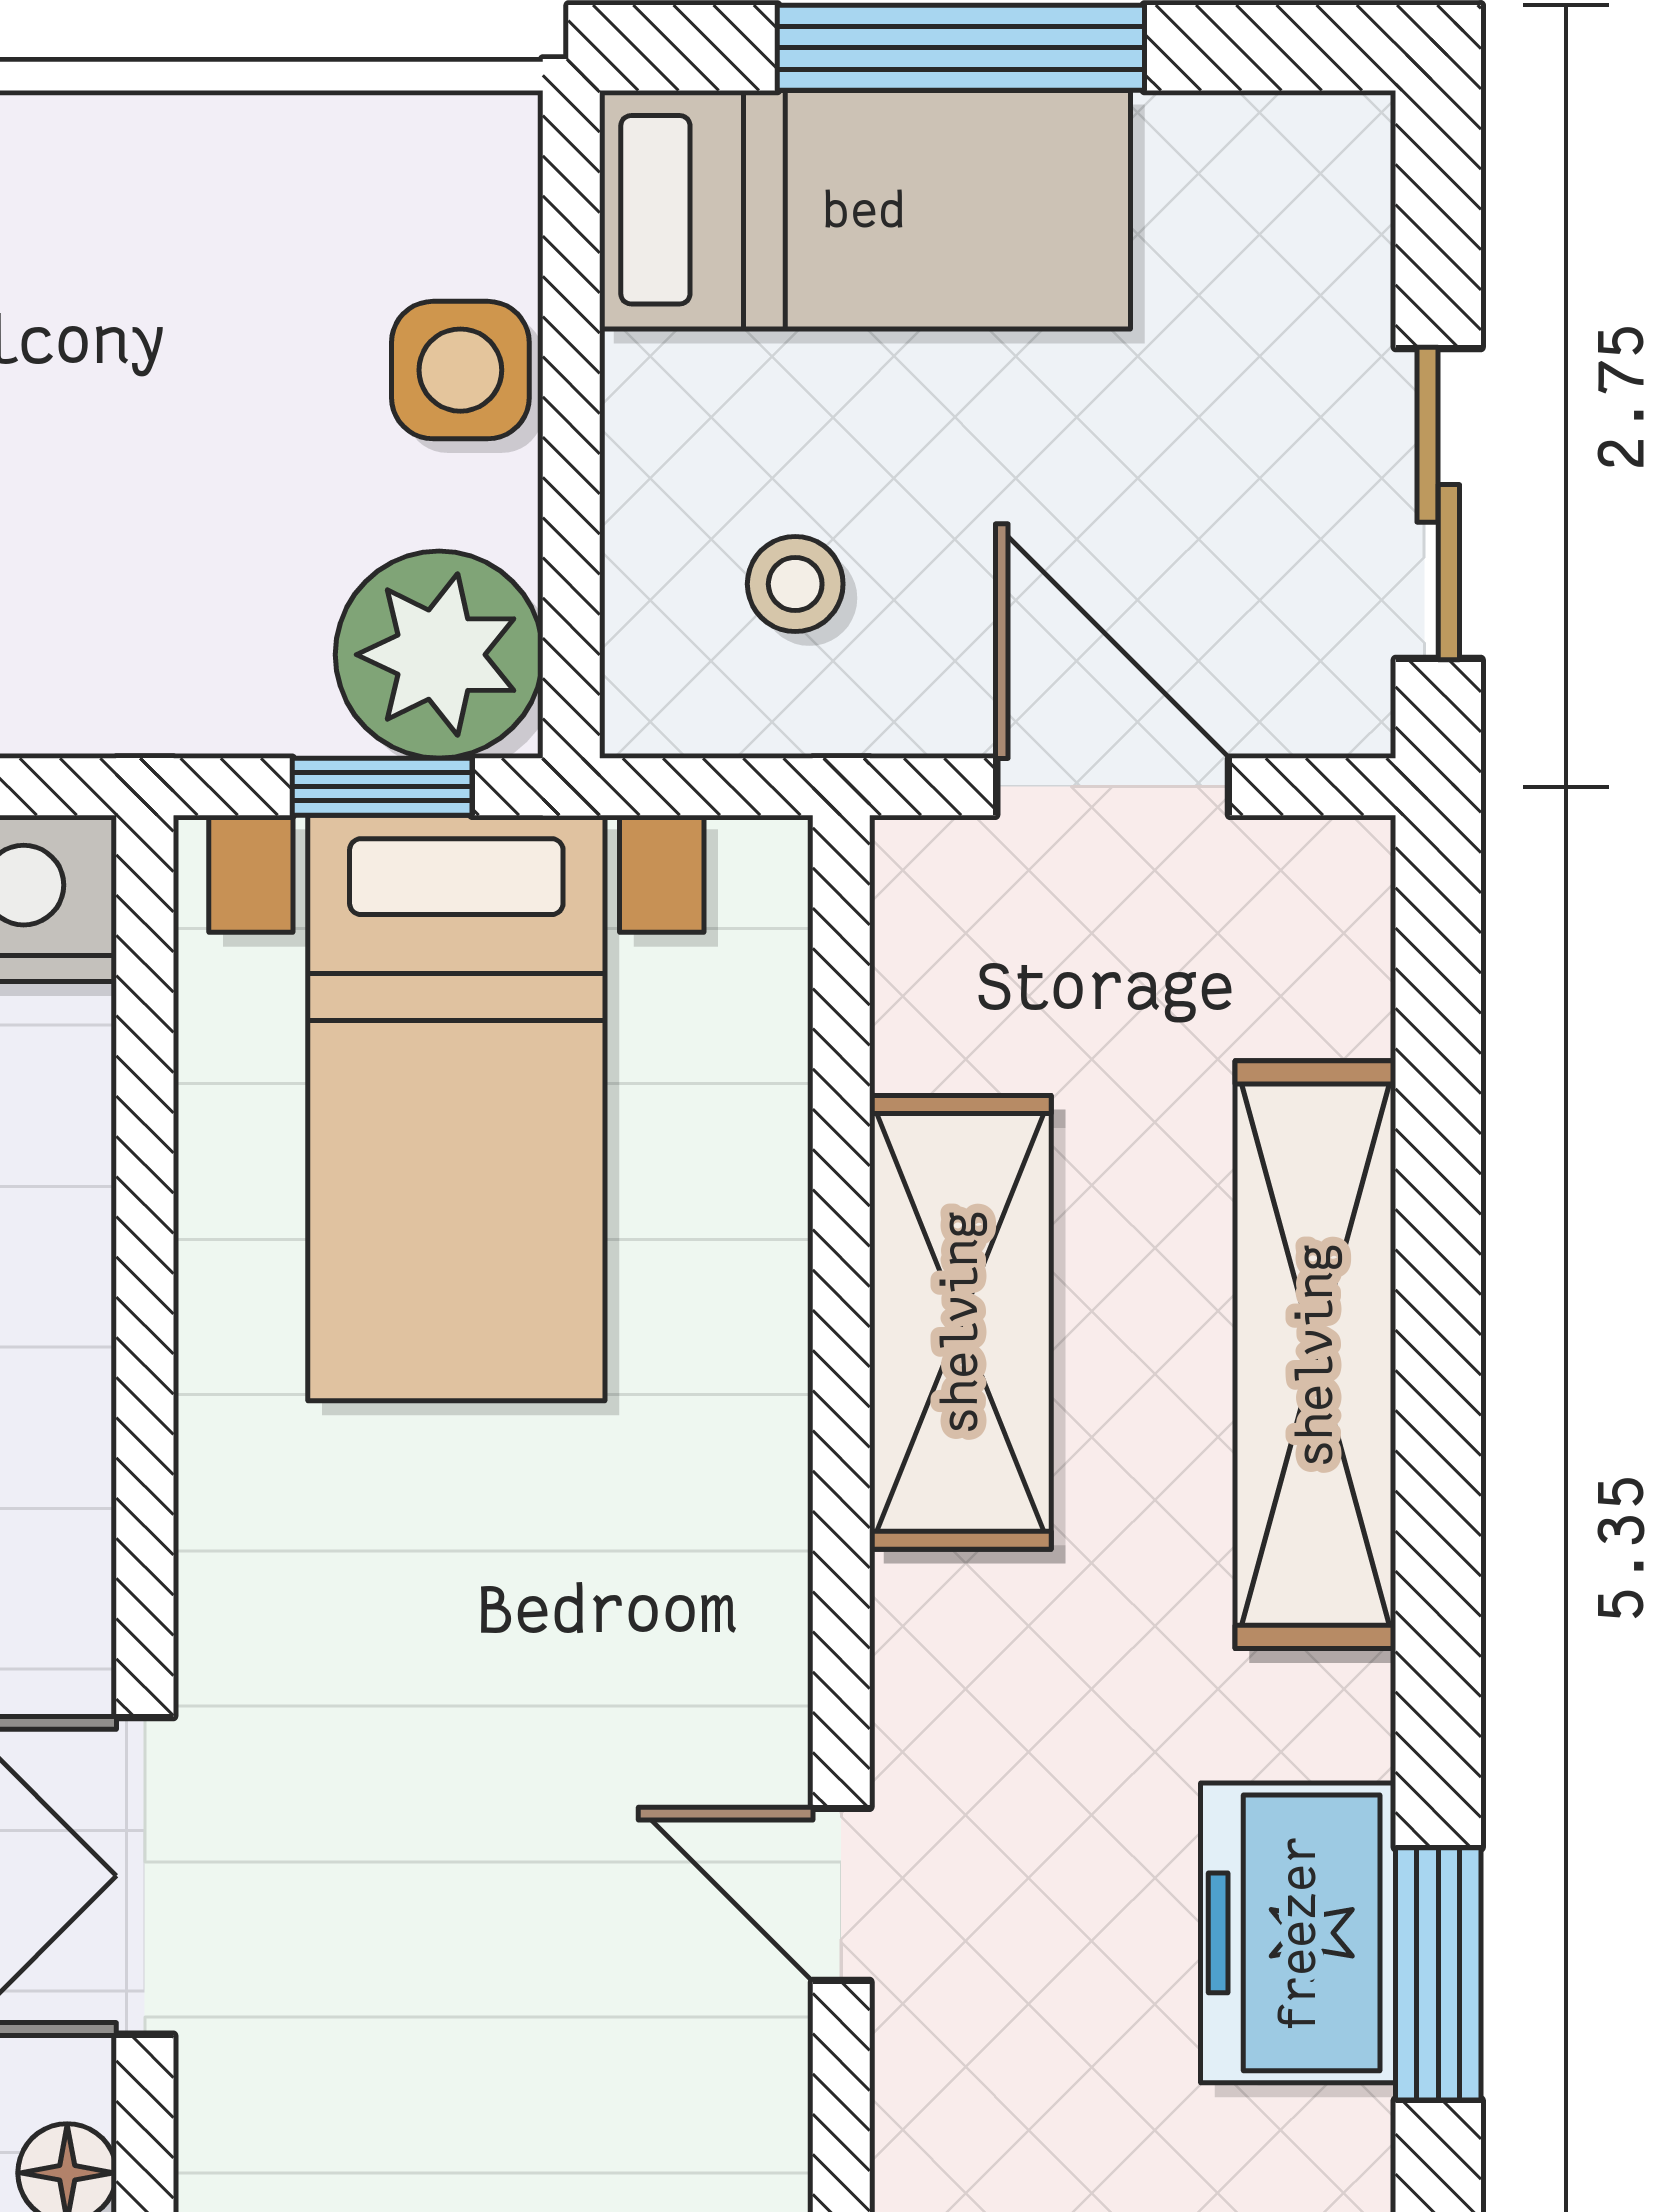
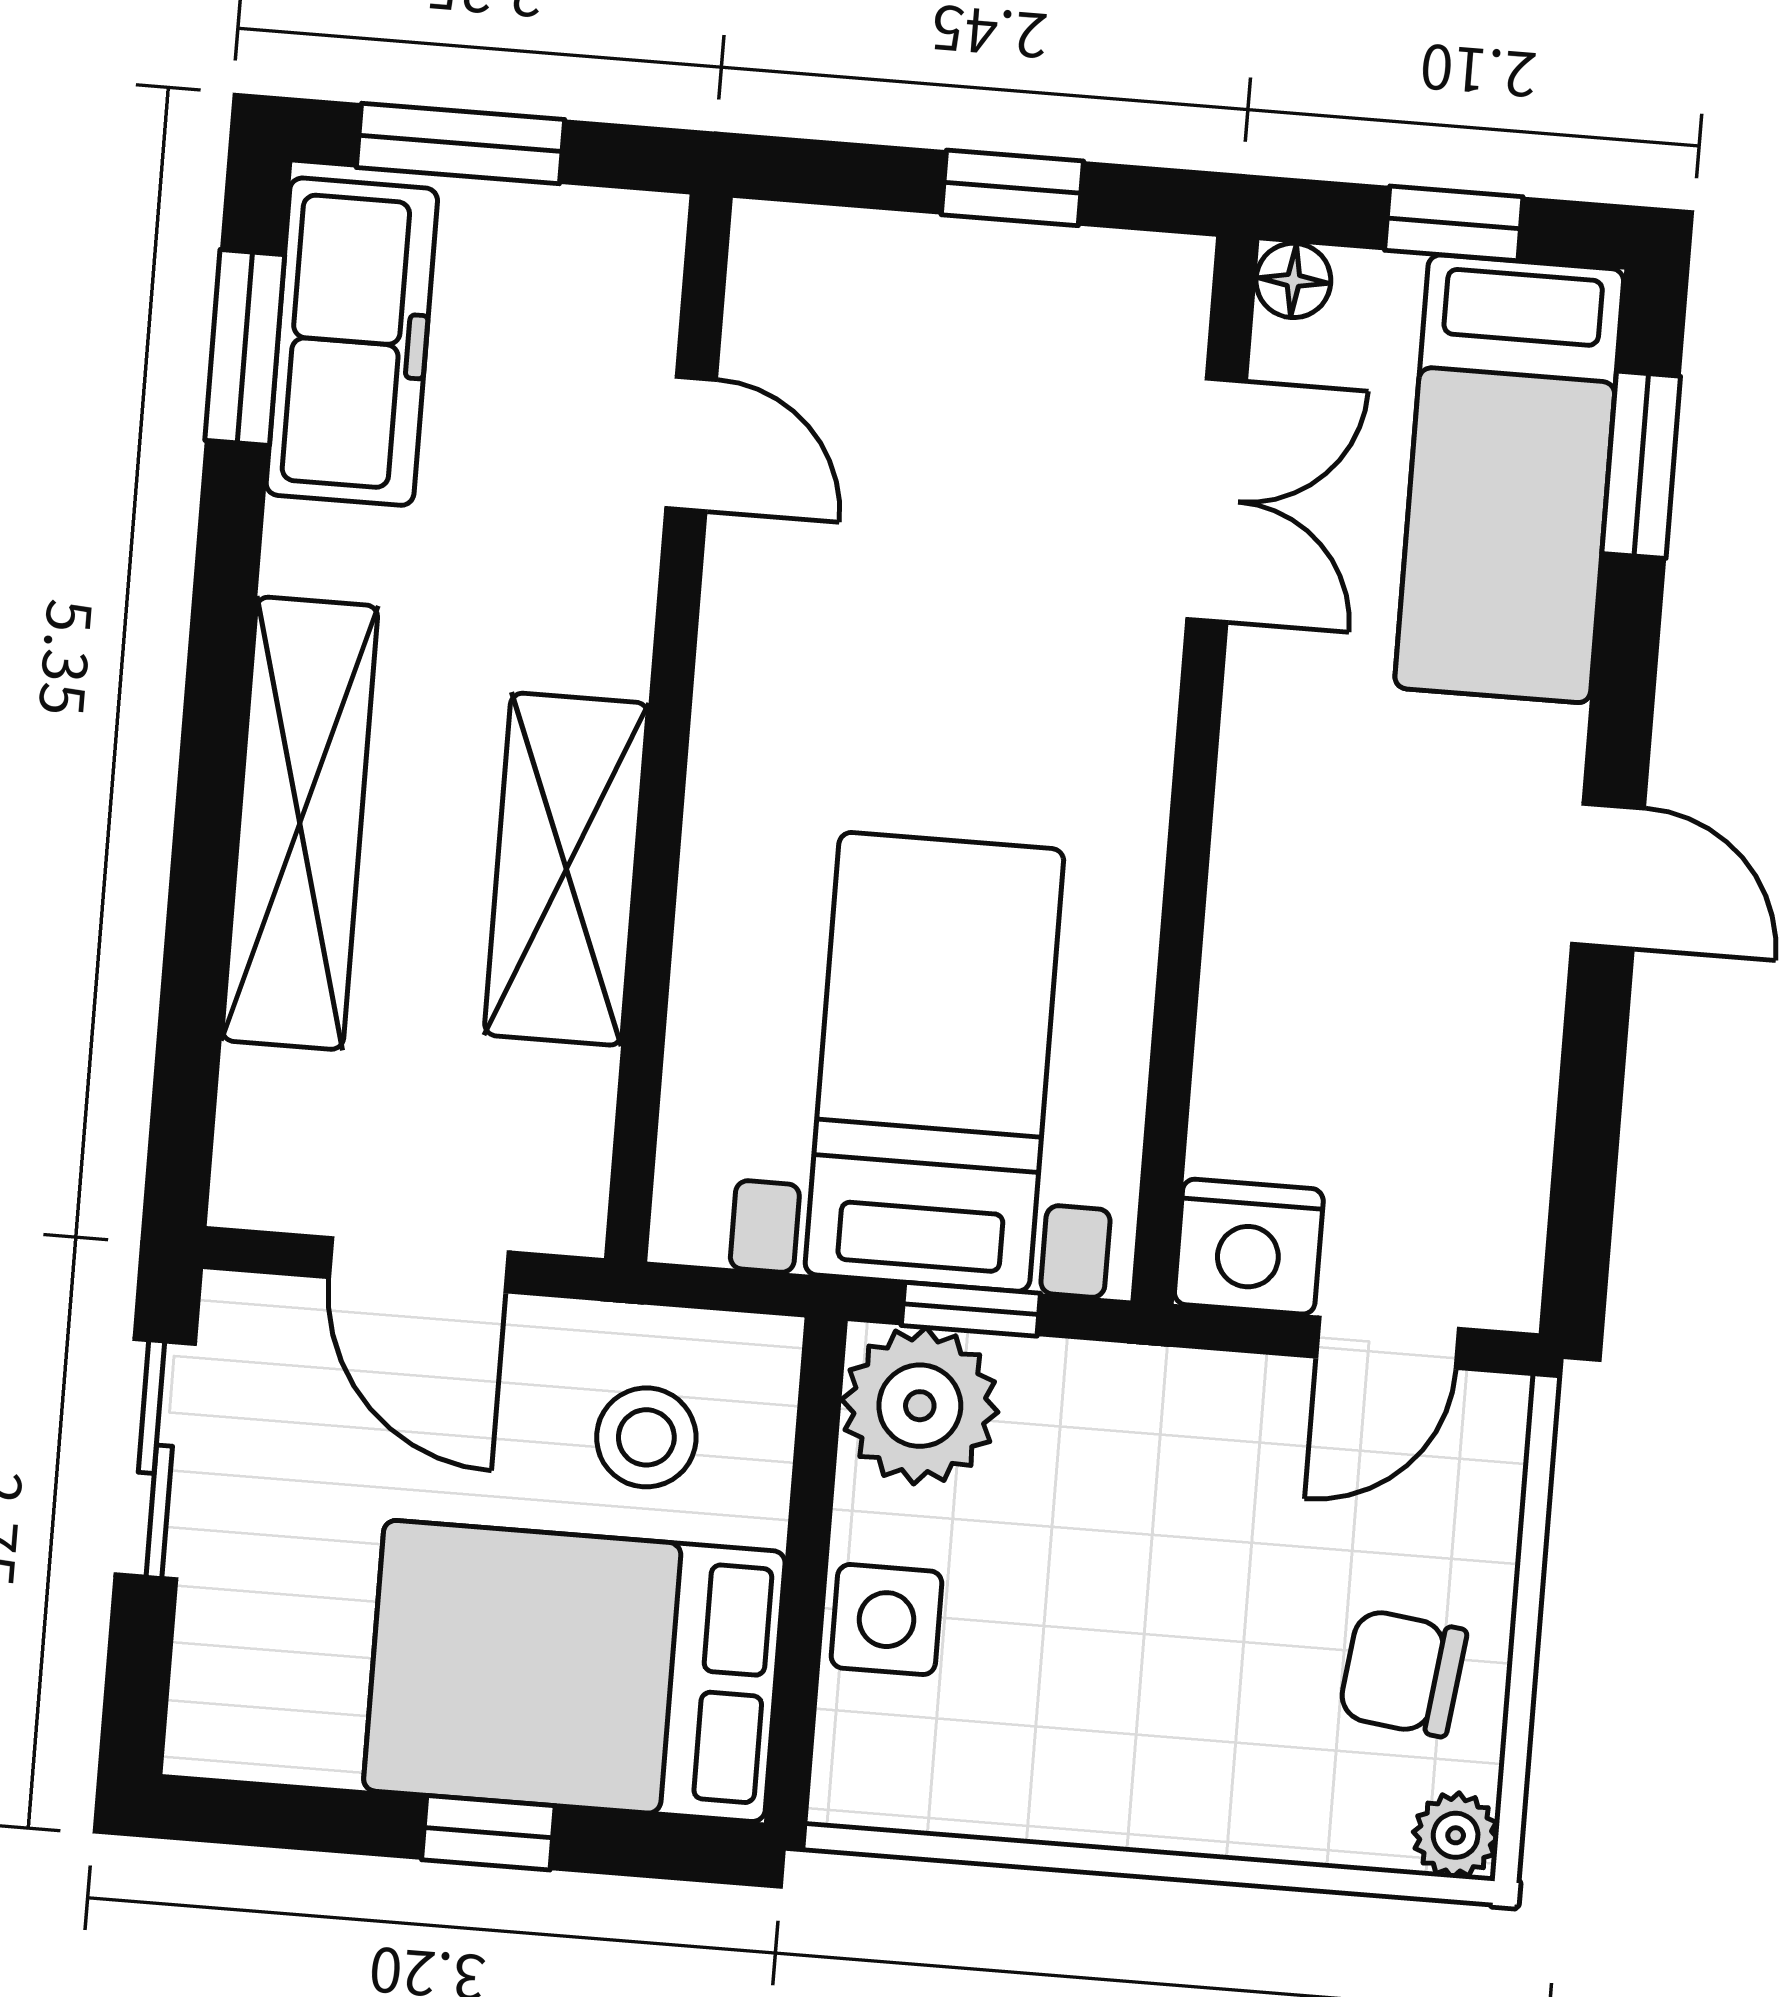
window: (961, 48) -> (488, 1833), width x0.46
bed: (865, 210) -> (574, 1671), width x1.50
stool: (795, 584) -> (646, 1437), width x1.37, depth x1.37
freezer: (1298, 1933) -> (352, 342), width x1.40

